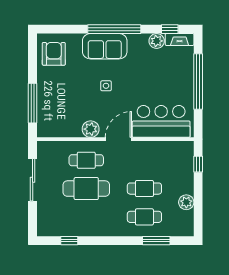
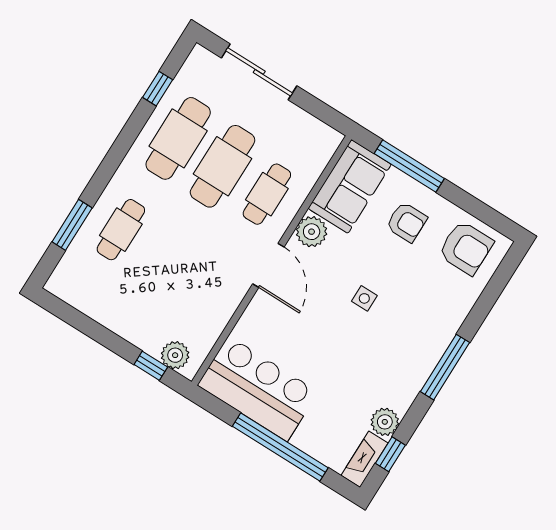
window: (114, 29) -> (445, 367), width x0.68
sofa: (105, 46) -> (350, 186), moved, turned 180
armchair: (59, 88) -> (407, 222), added
bar counter: (161, 121) -> (258, 389), moved, turned -90
sliding door: (33, 180) -> (259, 72), moved
cafe table: (144, 189) -> (178, 138), moved, width x1.37, depth x1.35
plant: (186, 202) -> (175, 355), moved

